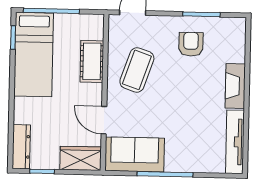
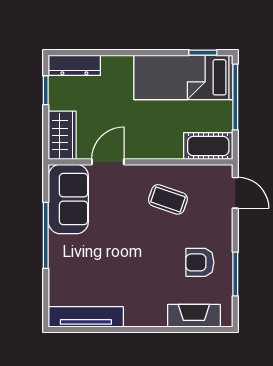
armchair: (191, 44) -> (200, 262), turned 180
cot: (92, 61) -> (208, 146), moved
coffee table: (137, 70) -> (168, 199), width x0.73, depth x0.77
fireplace: (235, 86) -> (194, 316), moved

